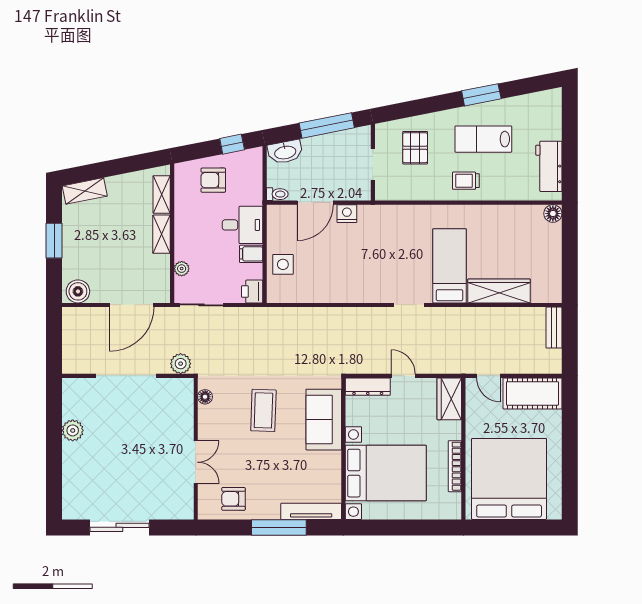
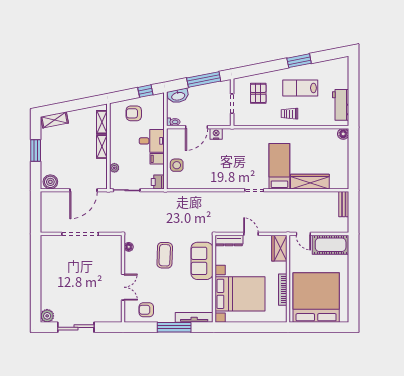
plant: (181, 364) -> (114, 226), removed
plant: (73, 430) -> (47, 316), moved

